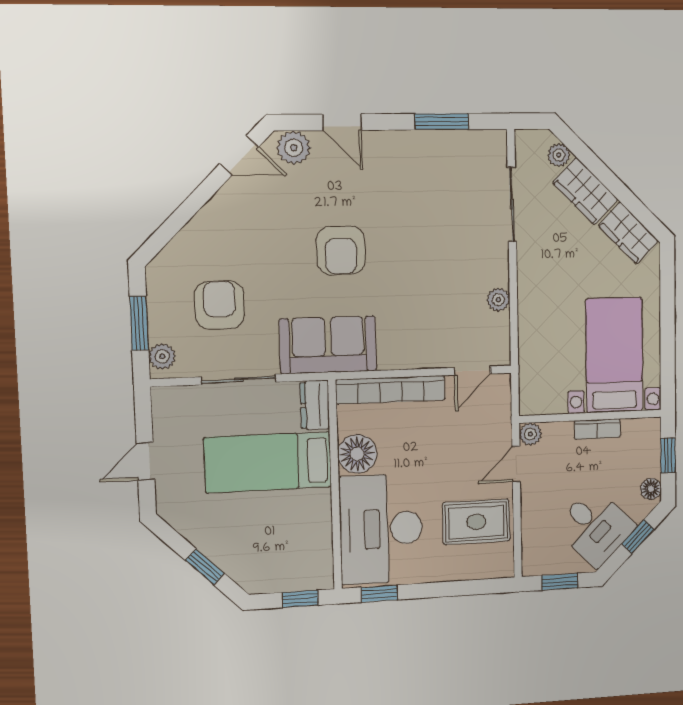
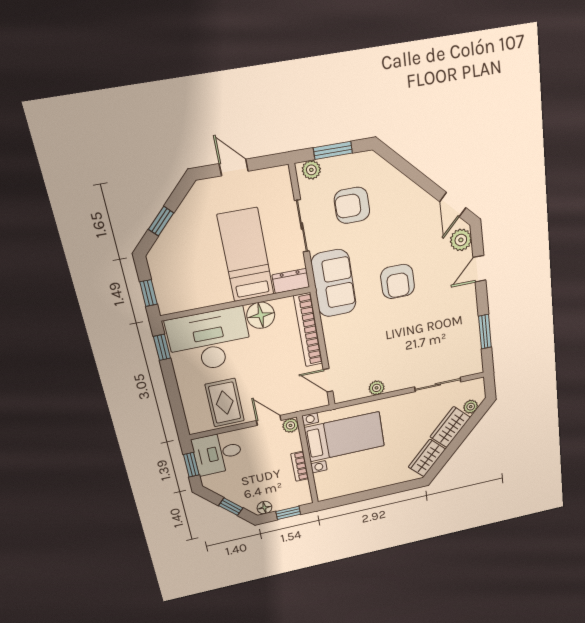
armchair: (341, 250) -> (398, 281), turned -90
armchair: (219, 305) -> (352, 205), turned 180
bed with nightstands: (614, 355) -> (345, 437), moved
desk: (595, 527) -> (218, 453), moved, turned 45

